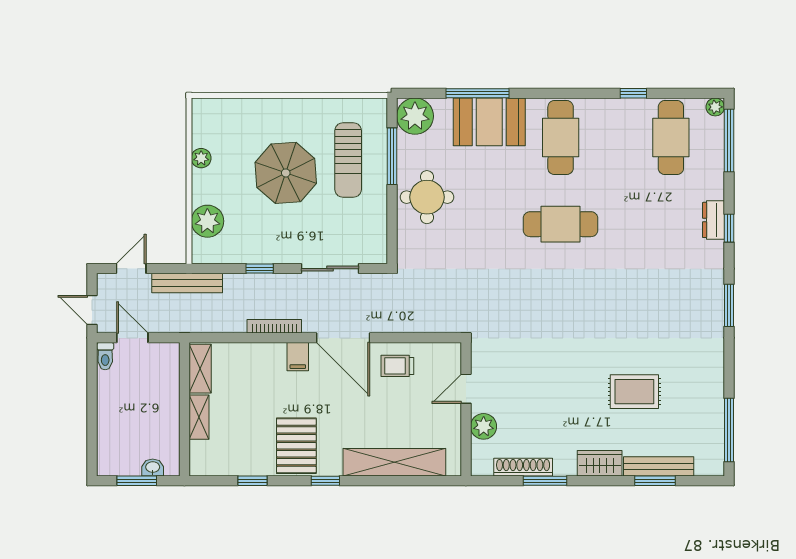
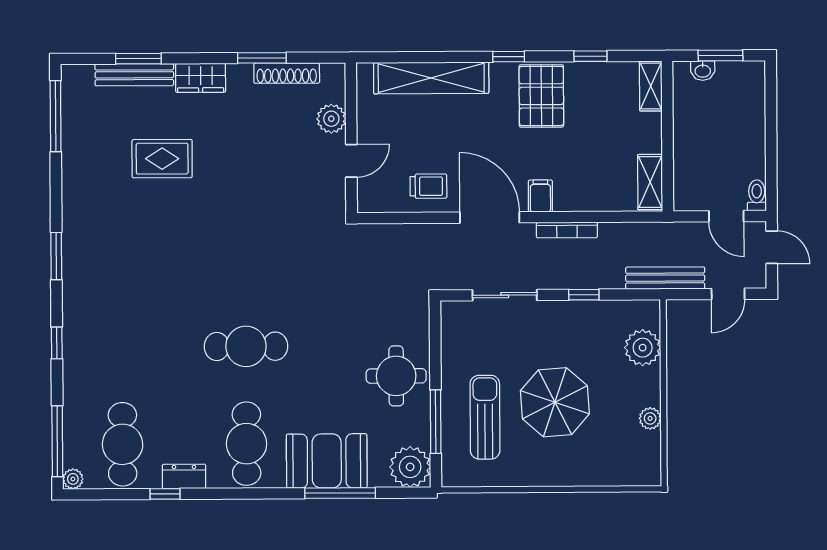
dresser: (714, 220) -> (184, 476), moved, turned -90
shelving: (199, 417) -> (651, 86), moved

